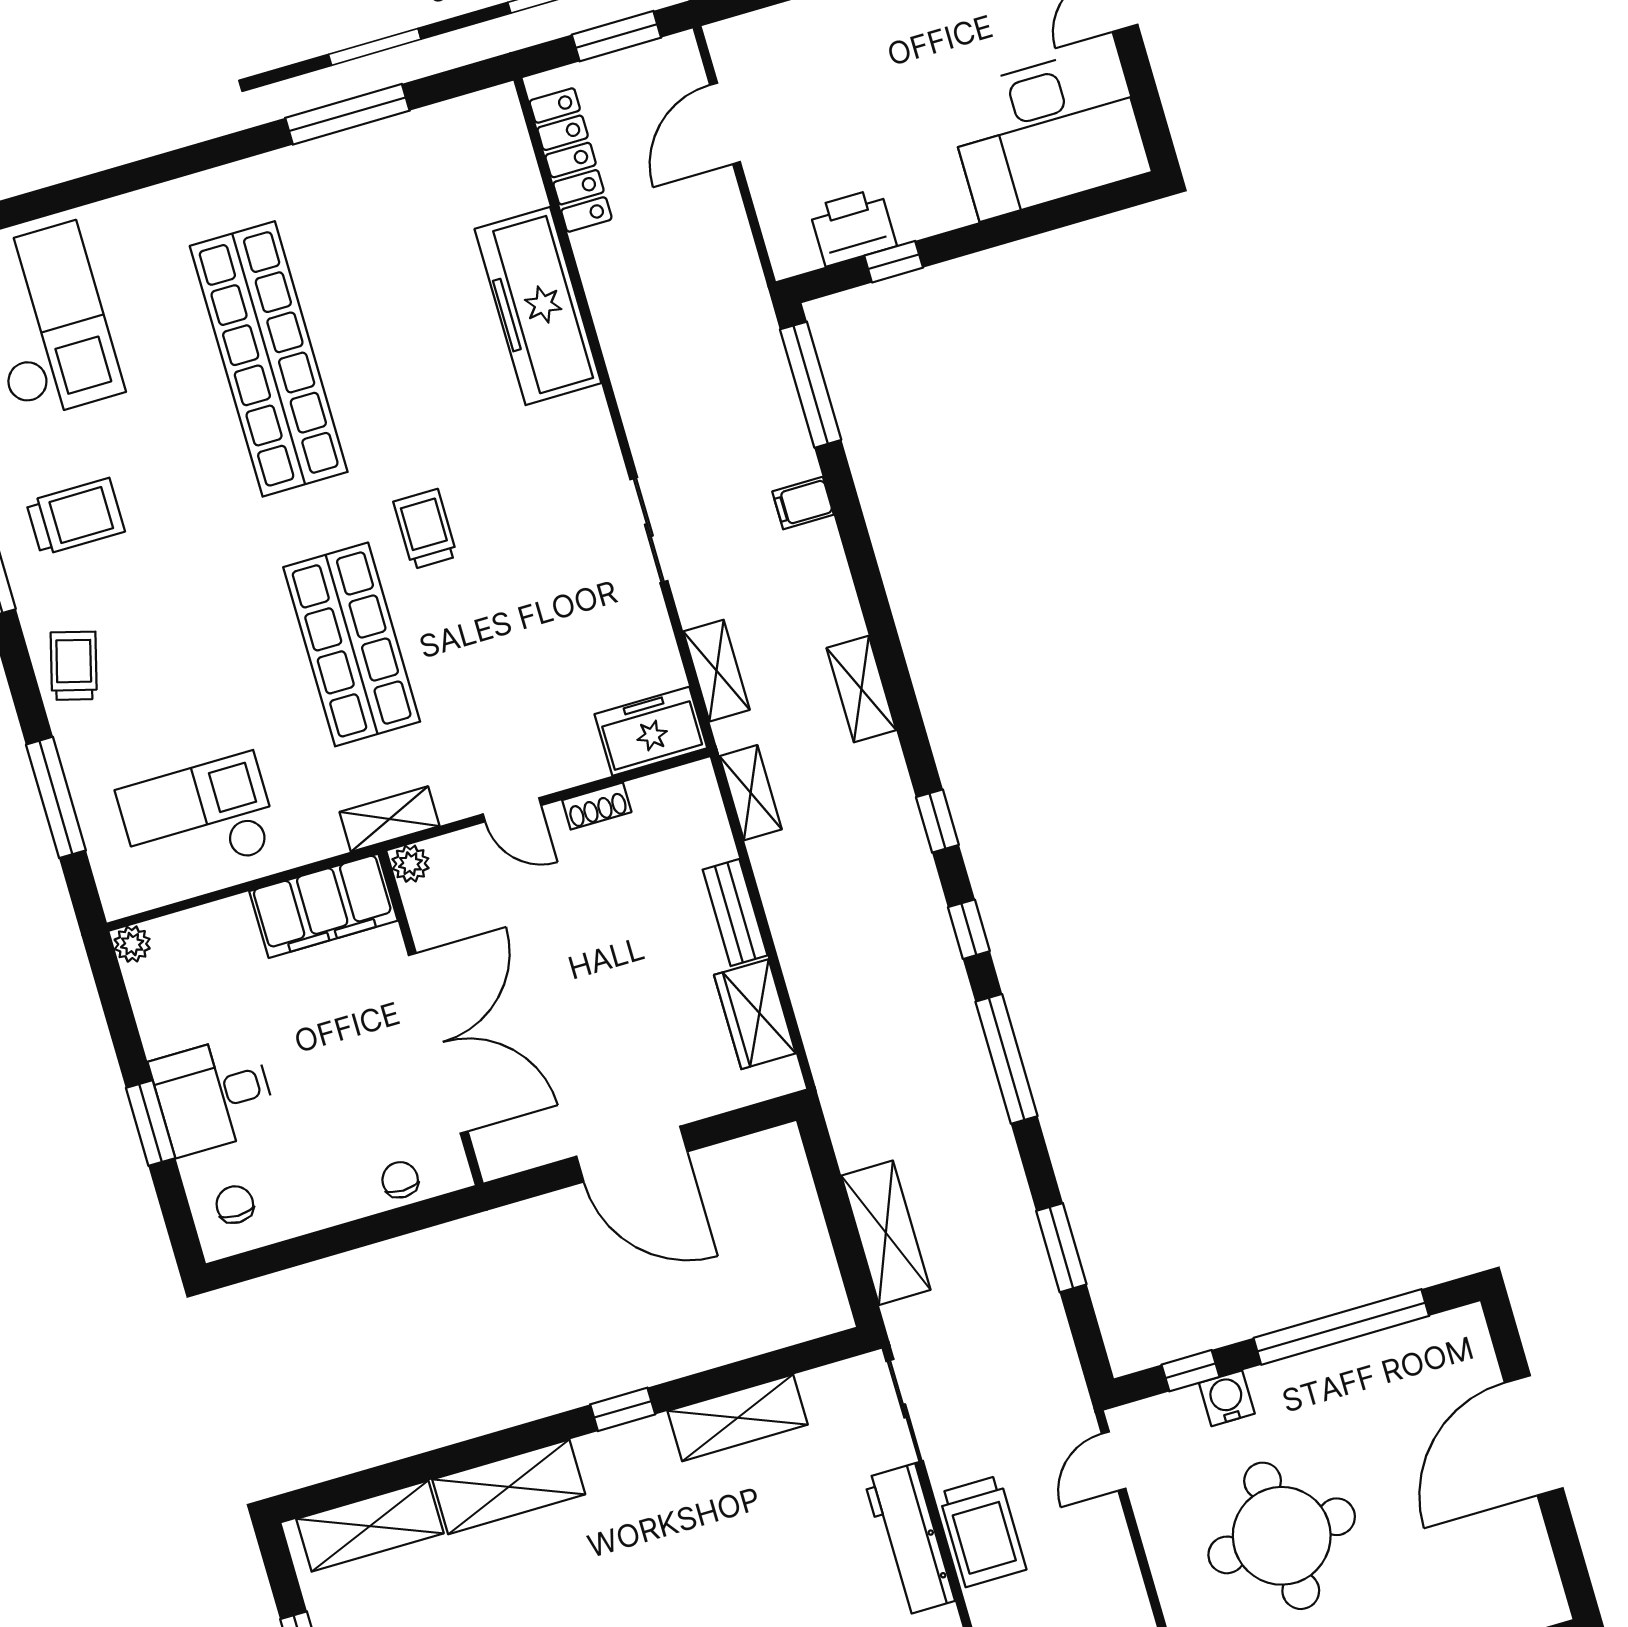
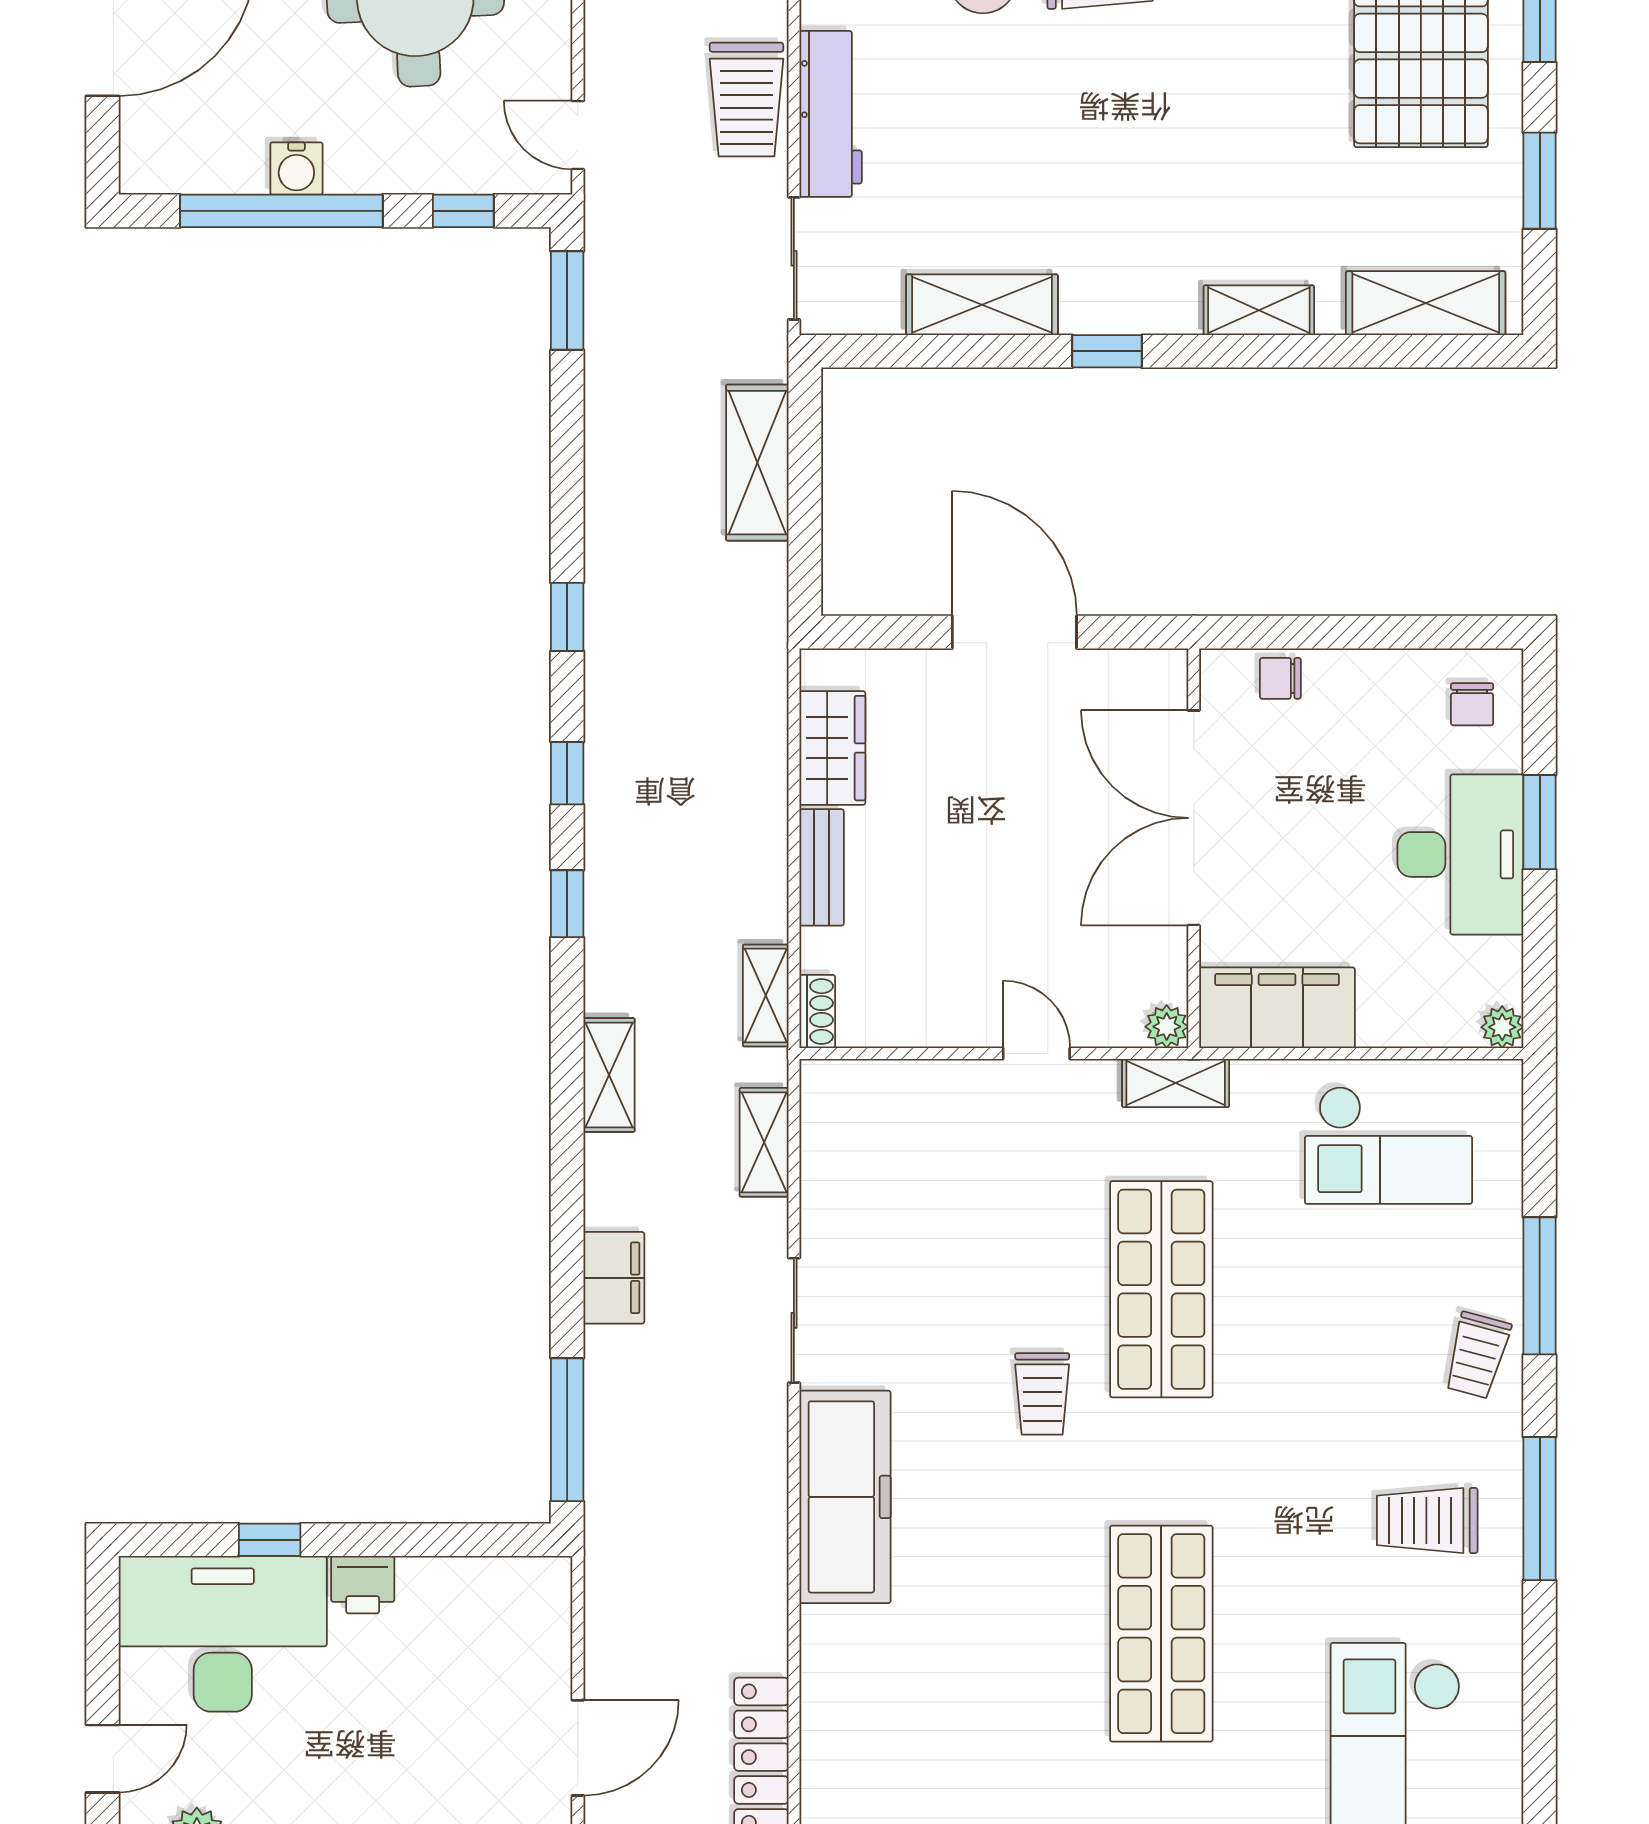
printer: (853, 227) -> (363, 1585), moved, width x0.73, depth x0.81
window: (894, 262) -> (270, 1540), moved
freezer: (538, 306) -> (845, 1497), moved
shop shelf: (269, 359) -> (1161, 1634), width x0.71
filing cabinet: (803, 503) -> (614, 1278), width x2.00
freezer: (651, 731) -> (857, 1096), removed
window: (56, 797) -> (1540, 1286), moved
shoe rack: (597, 806) -> (817, 1011), moved, turned 90
window: (1007, 1059) -> (567, 617), width x0.46
desk: (214, 1095) -> (1460, 854), width x1.37
chair: (400, 1180) -> (1280, 678), turned 90
window: (1061, 1248) -> (567, 301), moved
water cooler: (1227, 1398) -> (296, 168), moved
door: (1114, 1461) -> (578, 135), swing flipped
shelving: (509, 1487) -> (1259, 310), width x0.67, depth x0.75
trolley: (982, 1531) -> (746, 100), turned 180

